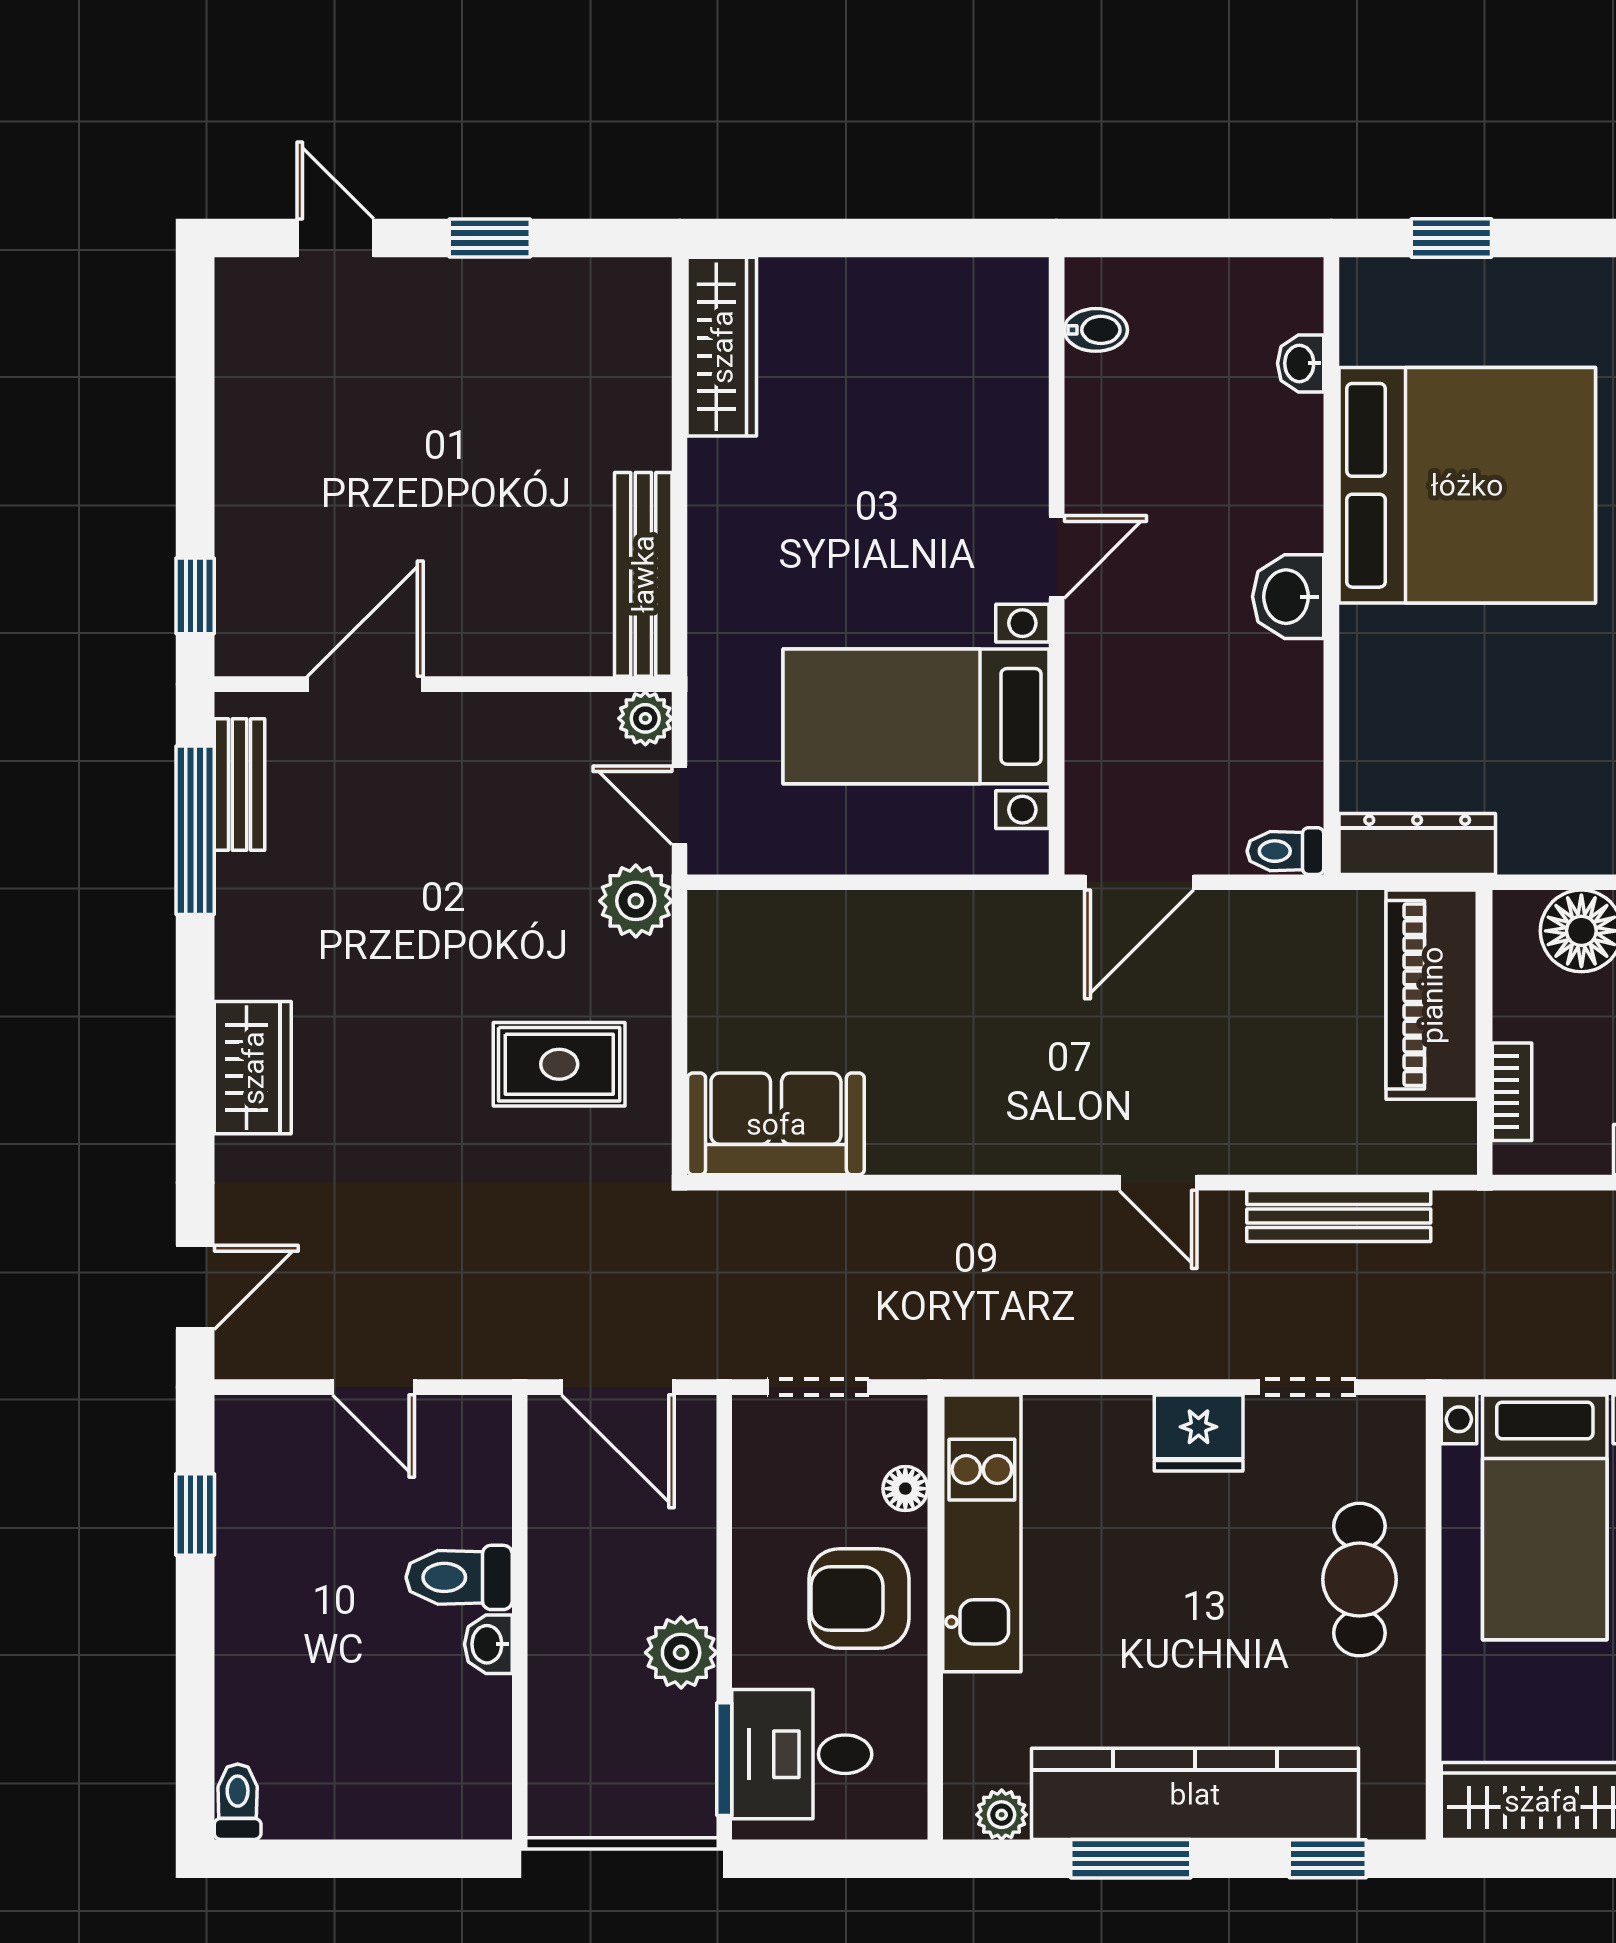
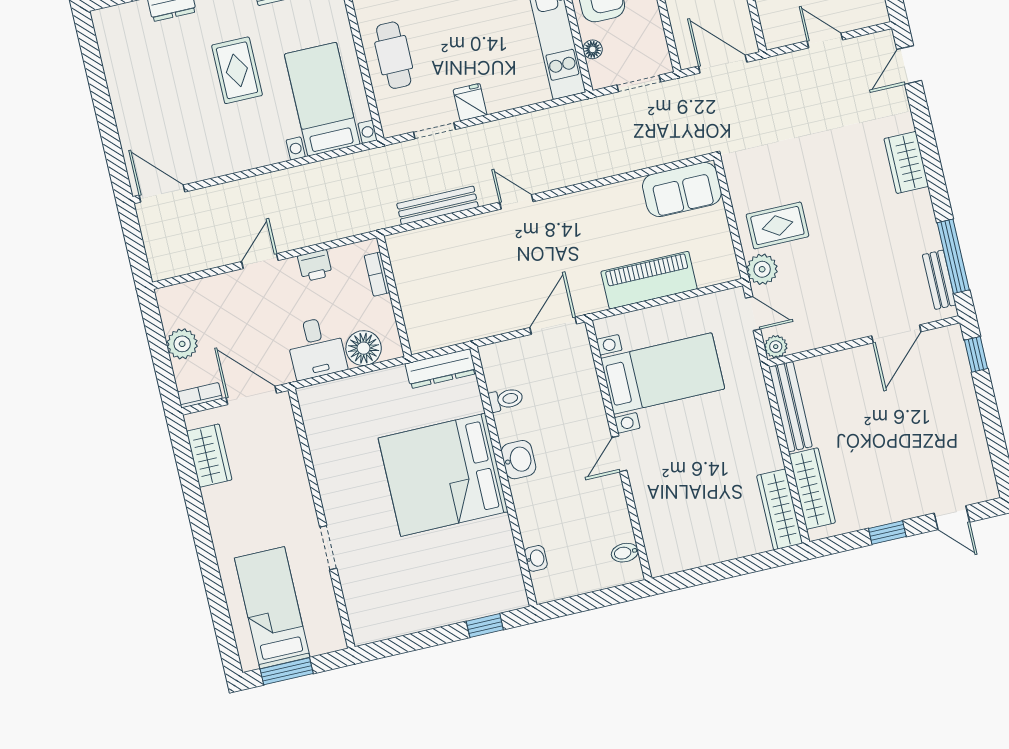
wardrobe: (637, 377) -> (812, 489), added
bed: (1467, 485) -> (443, 475), moved
toilet: (1285, 851) -> (506, 399), moved
piano: (1432, 995) -> (649, 280), moved, turned -90
rug: (559, 1064) -> (777, 225), moved
fridge: (1199, 1433) -> (470, 102), width x0.72

